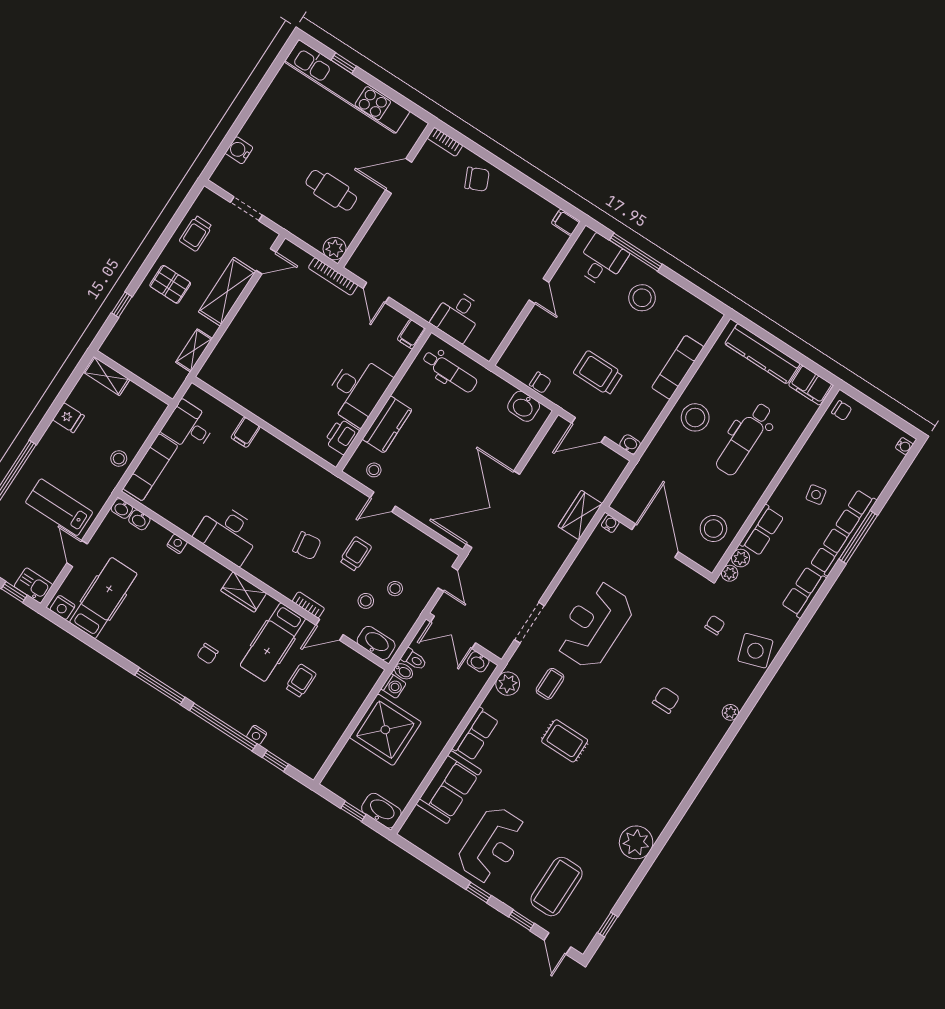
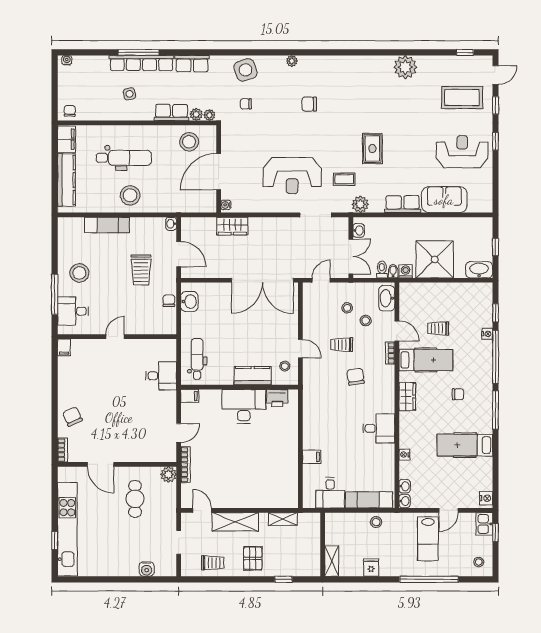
desk: (228, 534) -> (379, 428), width x0.73
hospital bed: (103, 598) -> (465, 445), moved
washbasin: (381, 811) -> (479, 270), moved, turned 90

